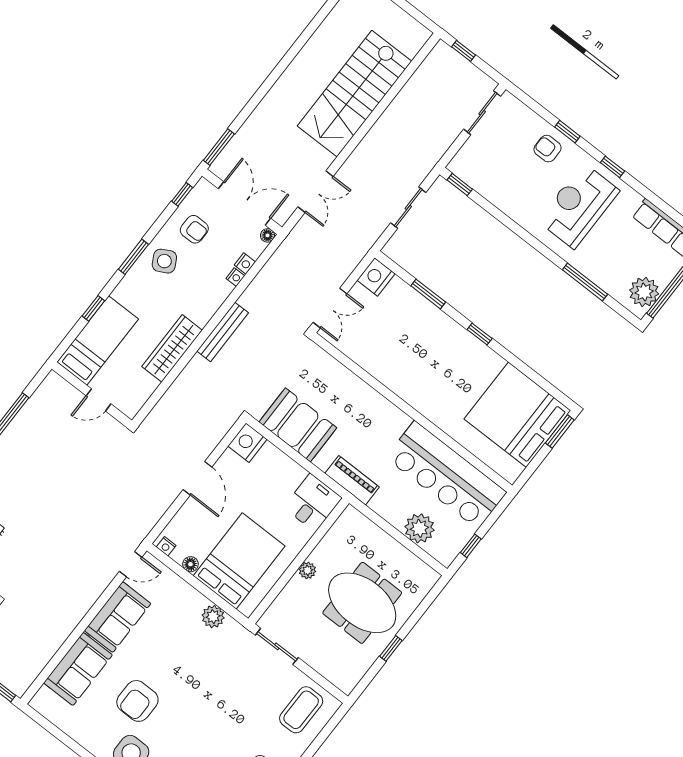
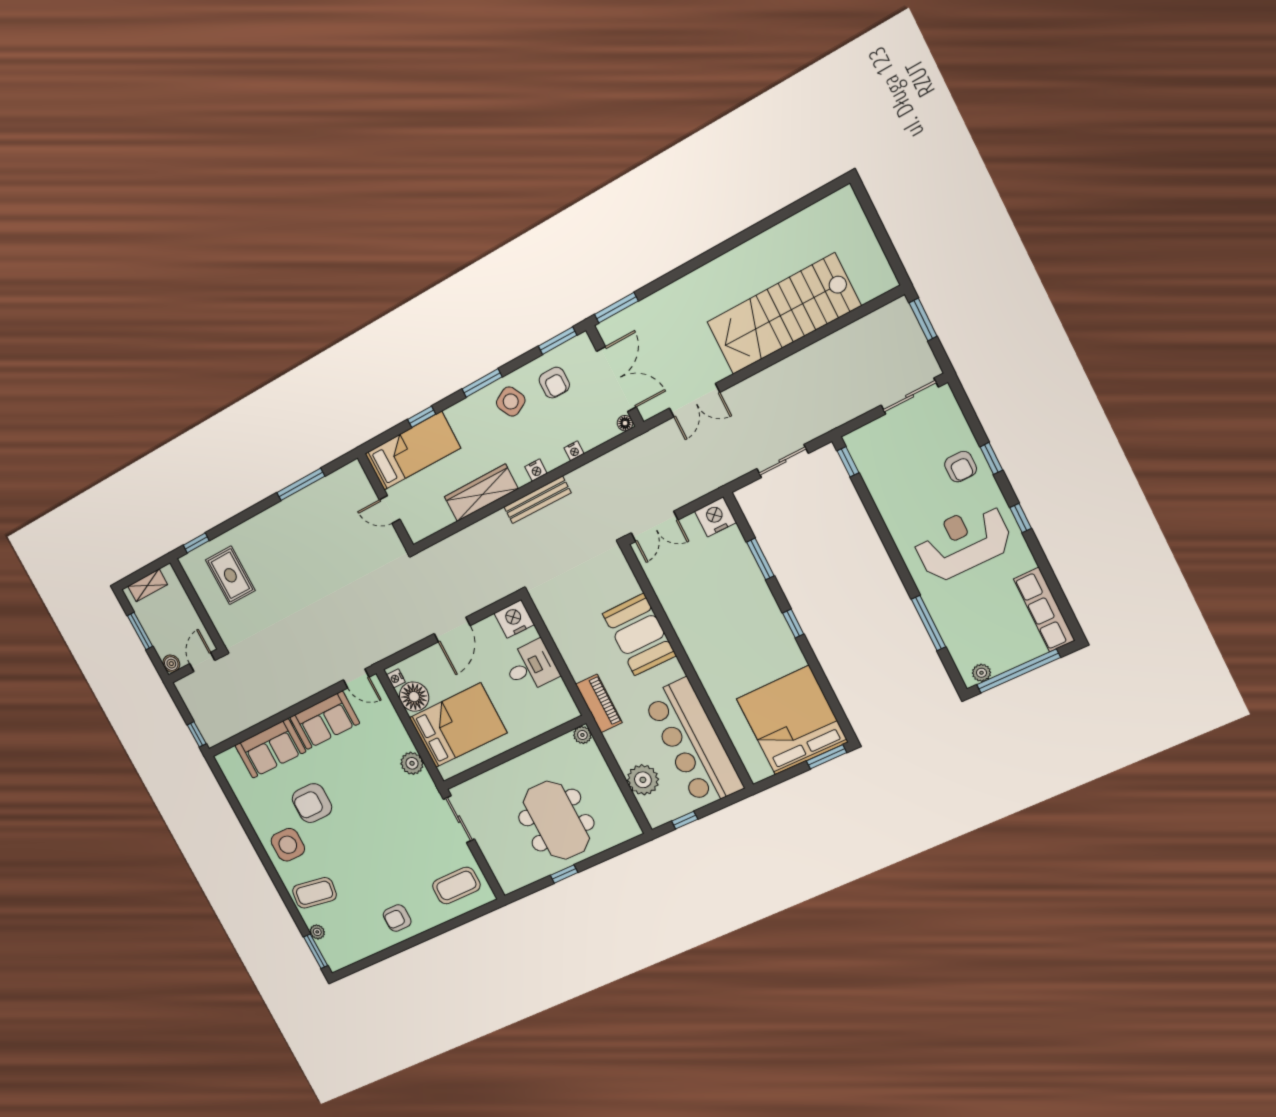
window: (464, 51) -> (923, 319), width x1.50
armchair: (547, 149) -> (961, 467), turned 180
window: (182, 194) -> (558, 341), width x1.50
nightstand: (245, 264) -> (536, 470), moved
plant: (644, 292) -> (981, 673), width x0.53, depth x0.53
booth: (298, 425) -> (639, 635), moved
desk: (313, 503) -> (531, 667), moved
floor lamp: (190, 564) -> (414, 697), width x1.89, depth x1.89
plant: (307, 570) -> (582, 735), moved

